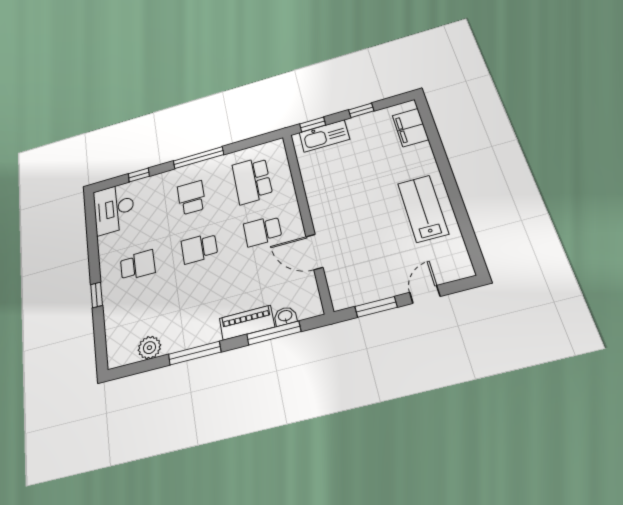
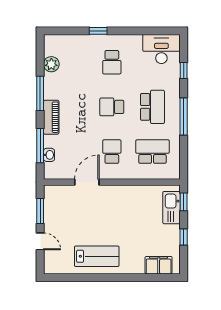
school desk: (192, 198) -> (152, 107), width x1.85
school desk: (199, 248) -> (112, 107), turned -90
piano: (247, 323) -> (51, 117), moved

